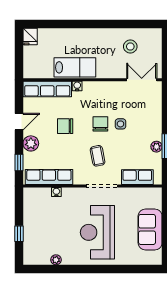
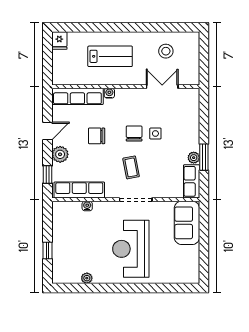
lab bench: (75, 67) -> (110, 56), moved
double door: (142, 80) -> (162, 87), moved
row of seats: (137, 177) -> (192, 181), moved, turned -90
sofa: (150, 229) -> (187, 223), moved

